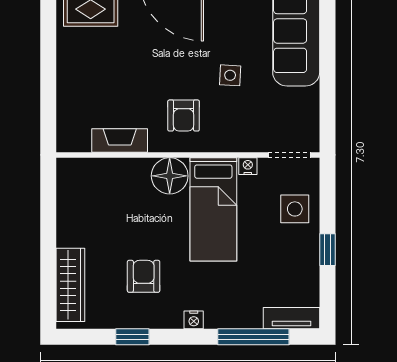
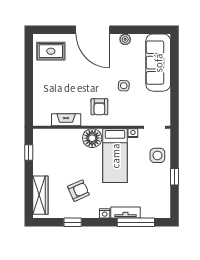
window: (48, 203) -> (29, 153), added
armchair: (144, 276) -> (79, 191), turned 66
tv unit: (291, 318) -> (125, 212), moved

